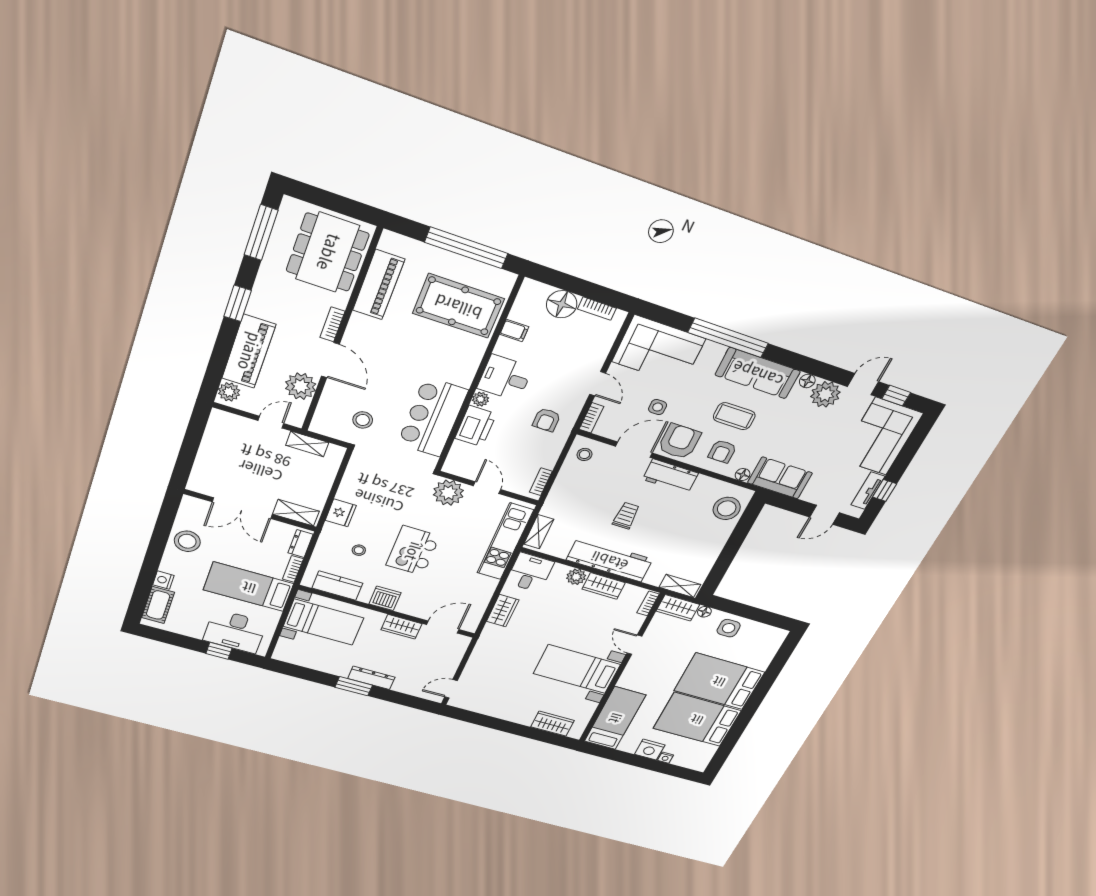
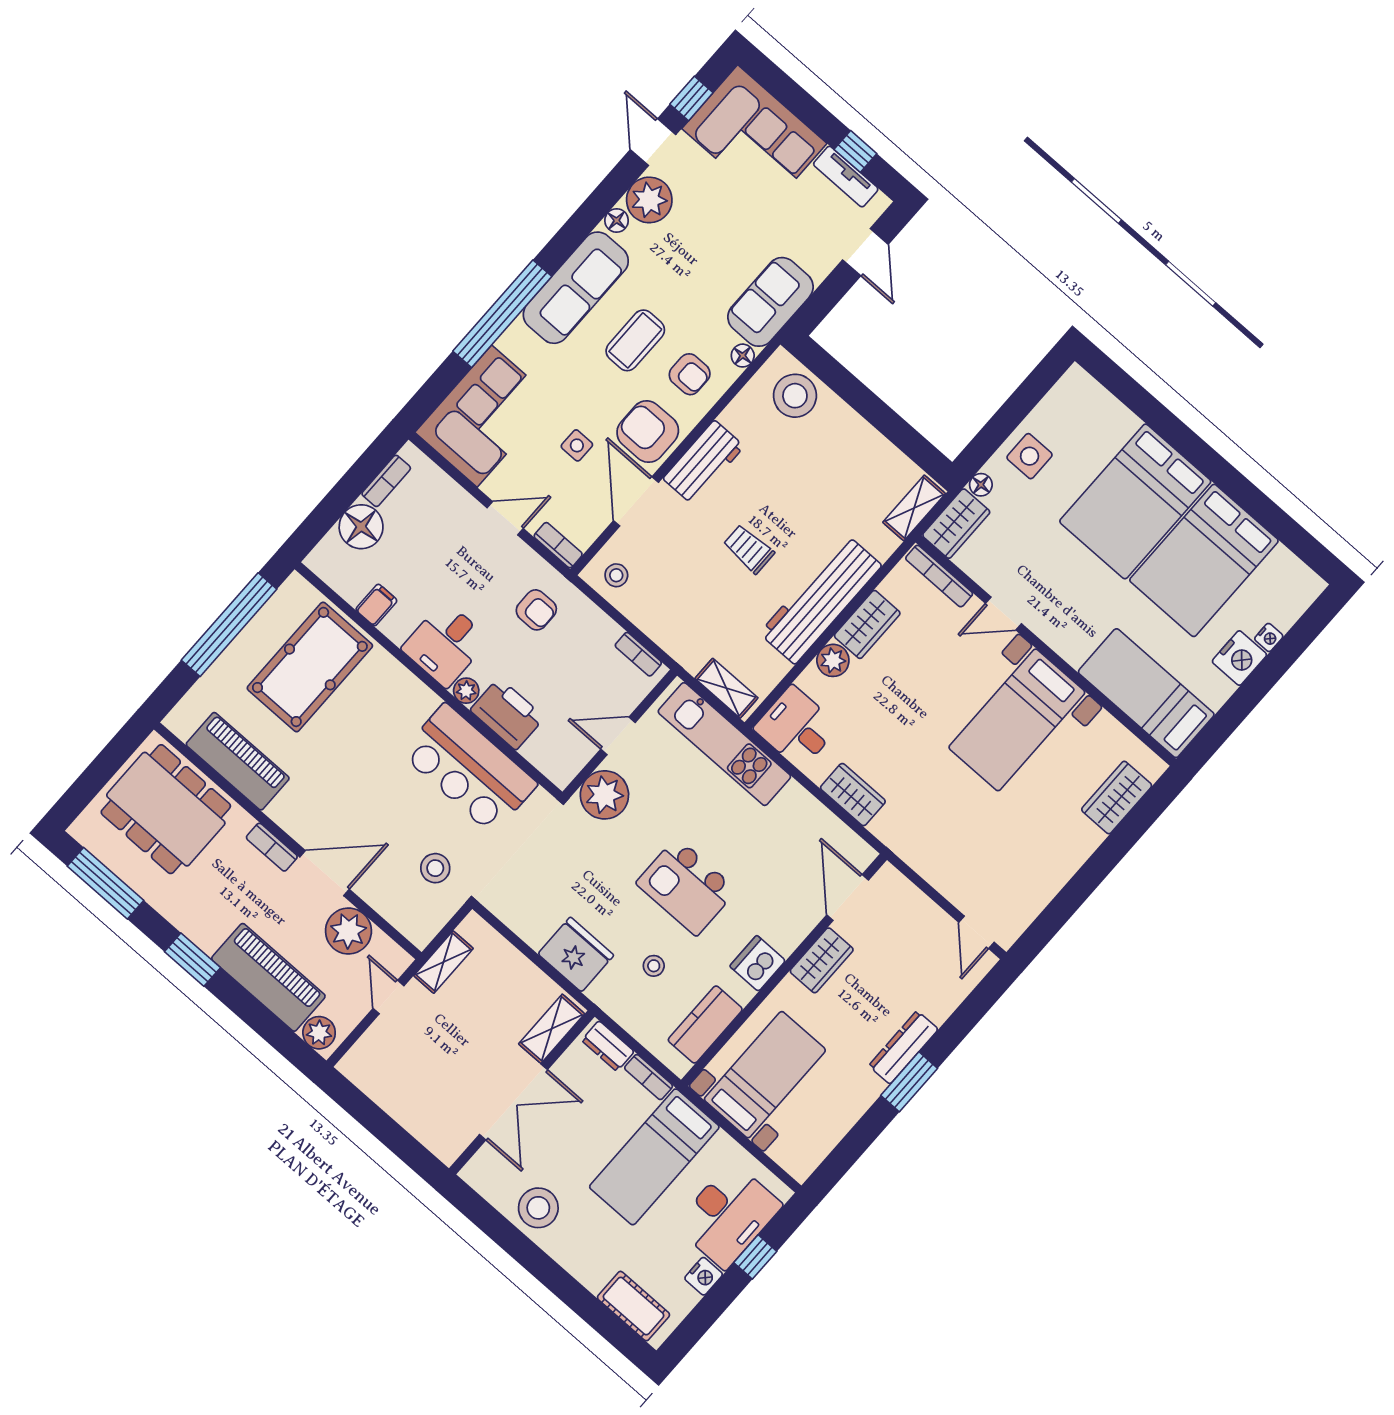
fridge: (341, 513) -> (576, 954), width x1.36, depth x1.34
nightstand: (163, 580) -> (704, 1276), moved, turned -90
bookcase: (648, 603) -> (939, 576), width x1.56

